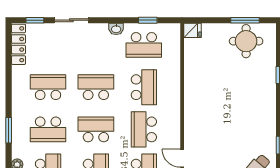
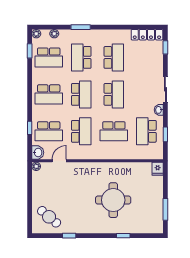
sliding door: (71, 20) -> (165, 89), moved
round table: (246, 41) -> (113, 200), moved, width x1.36, depth x1.36
school desk: (144, 129) -> (81, 131), turned 90

